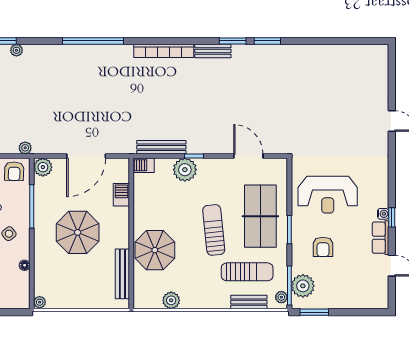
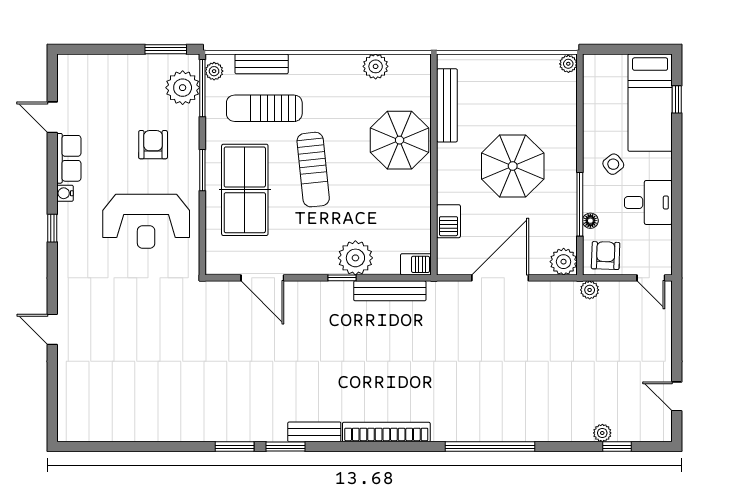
reception desk: (328, 195) -> (146, 221), turned 180
window: (392, 217) -> (52, 228), moved
floor lamp: (25, 265) -> (590, 221), moved

